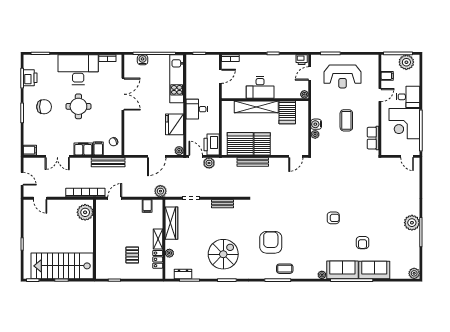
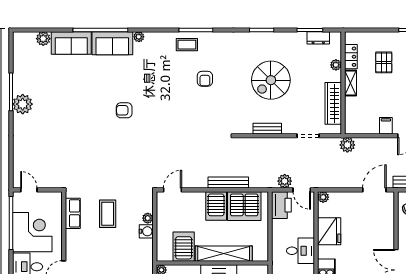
coffee table: (346, 120) -> (108, 214), moved
door: (157, 156) -> (374, 190), moved
filing cabinet: (147, 206) -> (386, 126), moved
armchair: (271, 242) -> (205, 79), width x0.53, depth x0.53
armchair: (363, 243) -> (86, 78), removed
spiral stairs: (223, 254) -> (271, 80), moved
plant: (414, 273) -> (43, 39), moved

